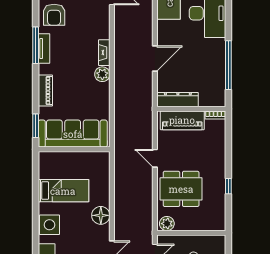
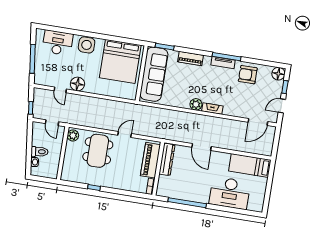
bed: (63, 191) -> (120, 61), width x2.04
floor lamp: (101, 215) -> (77, 84), moved

